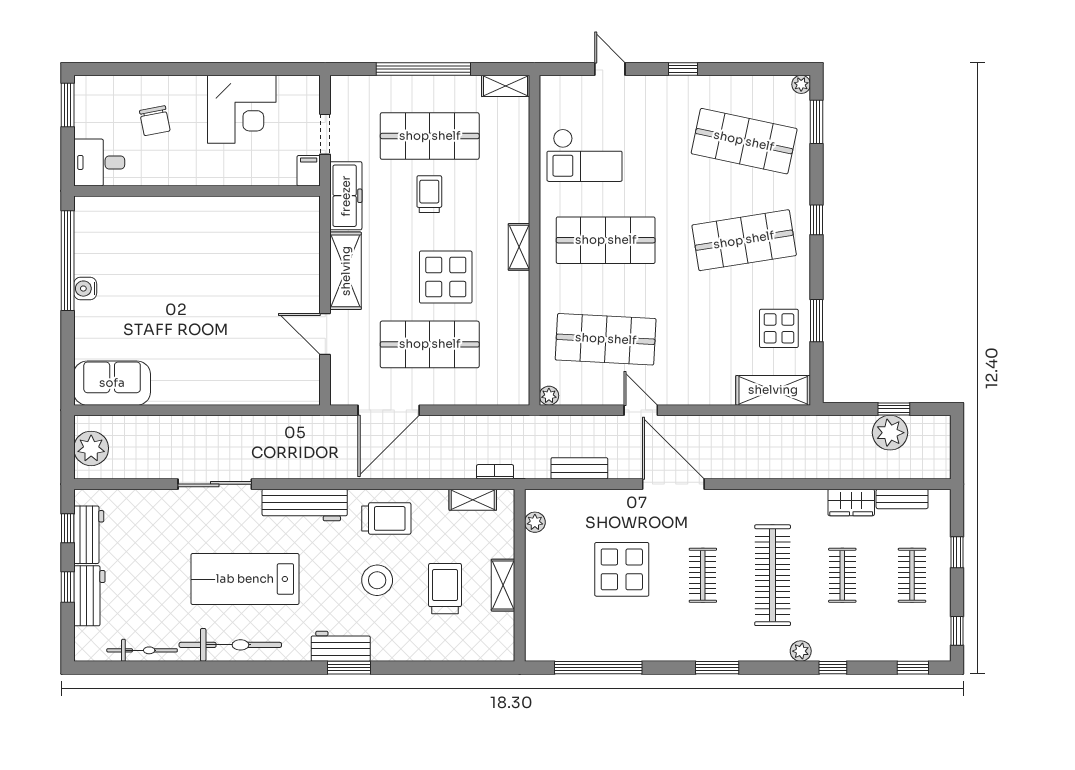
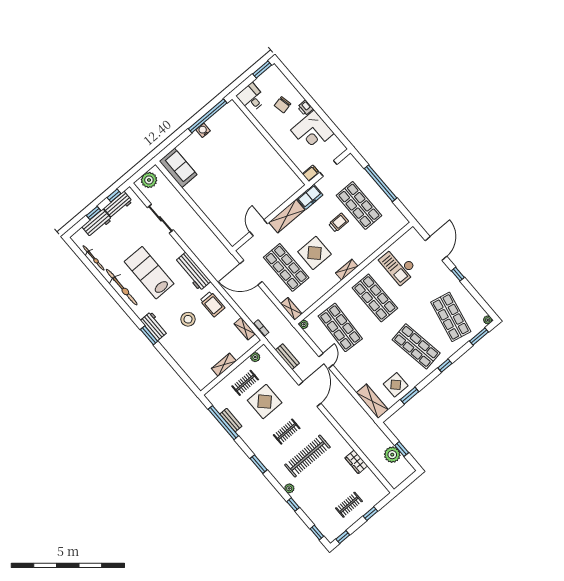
door: (610, 69) -> (436, 248), width x1.87
shelving: (506, 86) -> (291, 309), moved
printer: (192, 87) -> (305, 108), added
freezer: (346, 196) -> (310, 197), width x0.71
sliding door: (215, 484) -> (160, 219), moved
bench: (902, 499) -> (231, 420), moved
clothes rail: (842, 575) -> (245, 383), moved
trolley: (445, 589) -> (205, 345), removed

